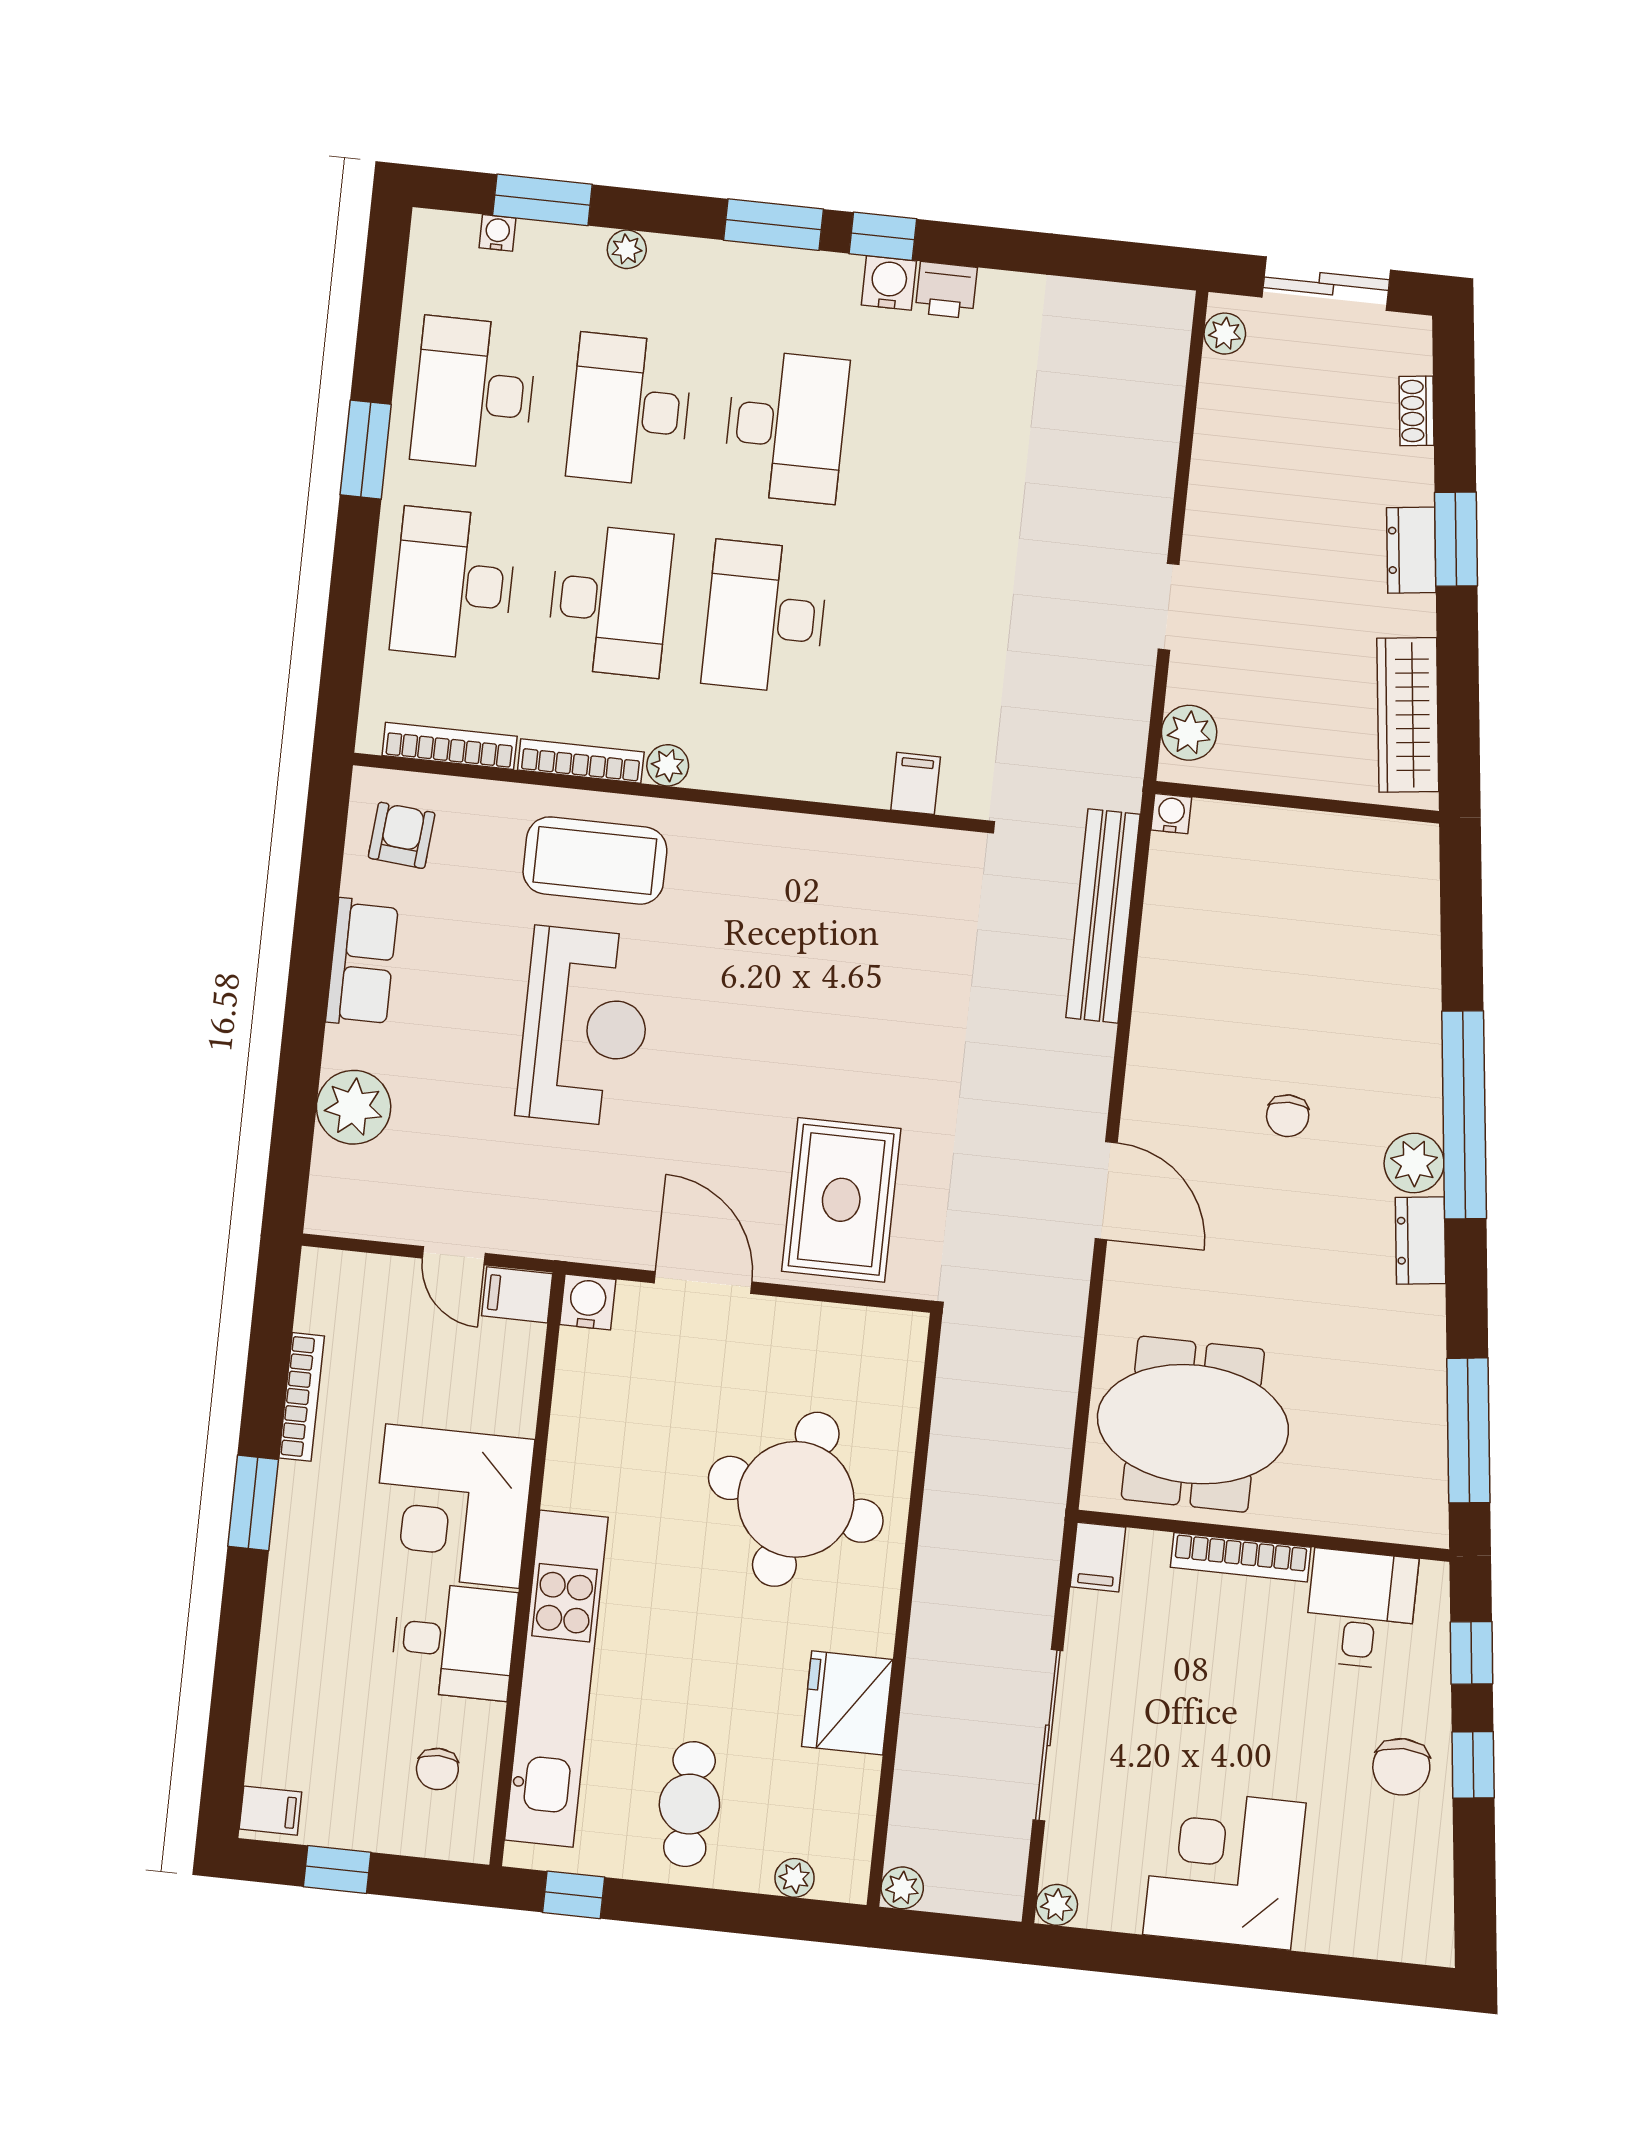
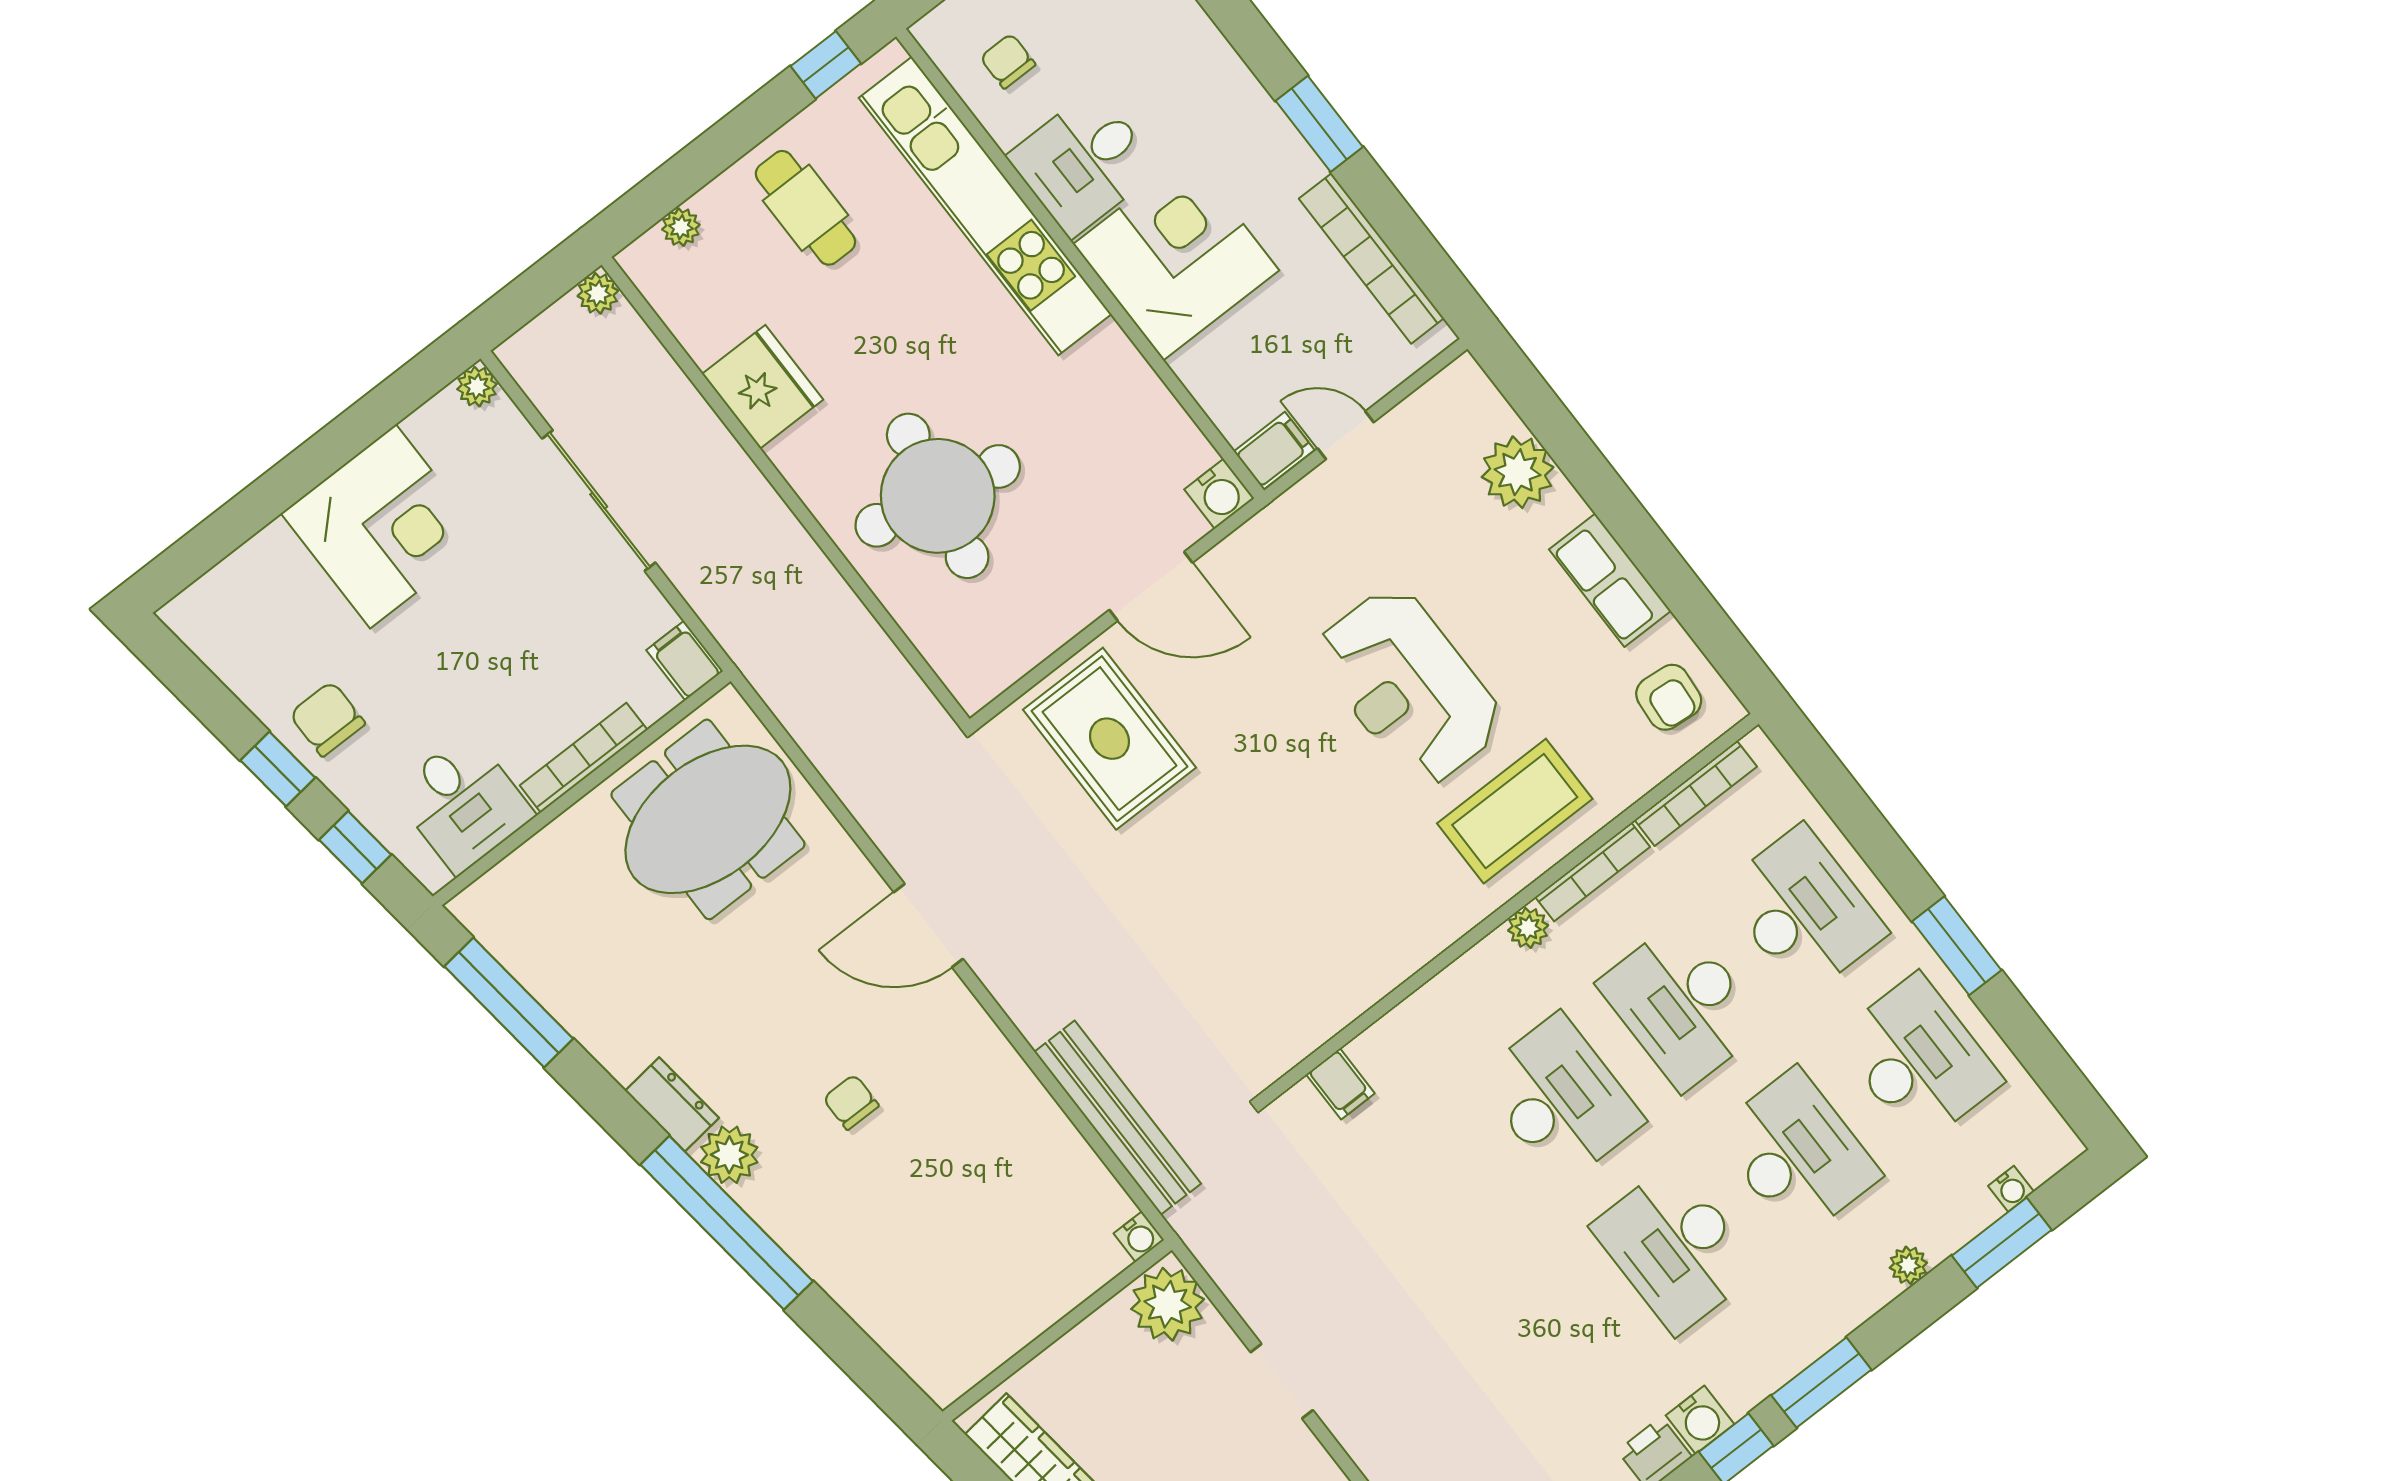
plant: (1189, 733) -> (1168, 1304), width x1.36, depth x1.36
bookcase: (302, 1397) -> (1371, 258), width x1.48, depth x1.31

